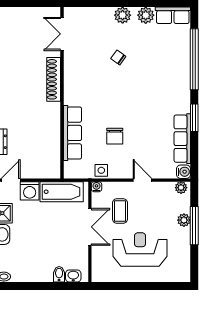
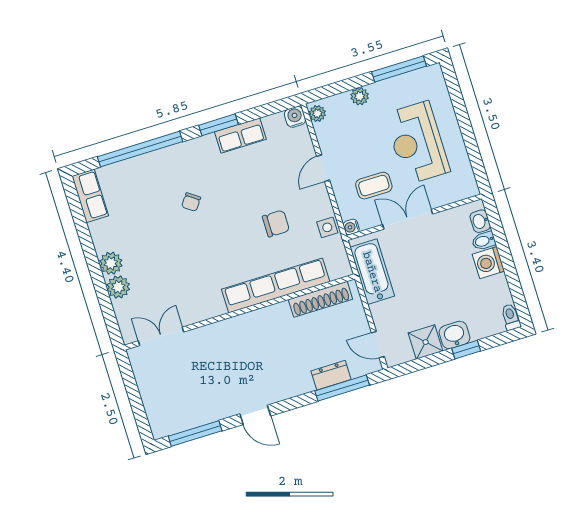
plant: (146, 15) -> (118, 287), moved
double door: (62, 34) -> (161, 336), swing flipped
chair: (118, 57) -> (191, 202), moved
shoe rack: (54, 79) -> (320, 299), moved
row of seats: (73, 133) -> (276, 286), width x1.36
row of seats: (182, 139) -> (240, 136), width x0.68
washing machine: (30, 191) -> (488, 263), moved, turned 180
window: (194, 226) -> (399, 69), moved

